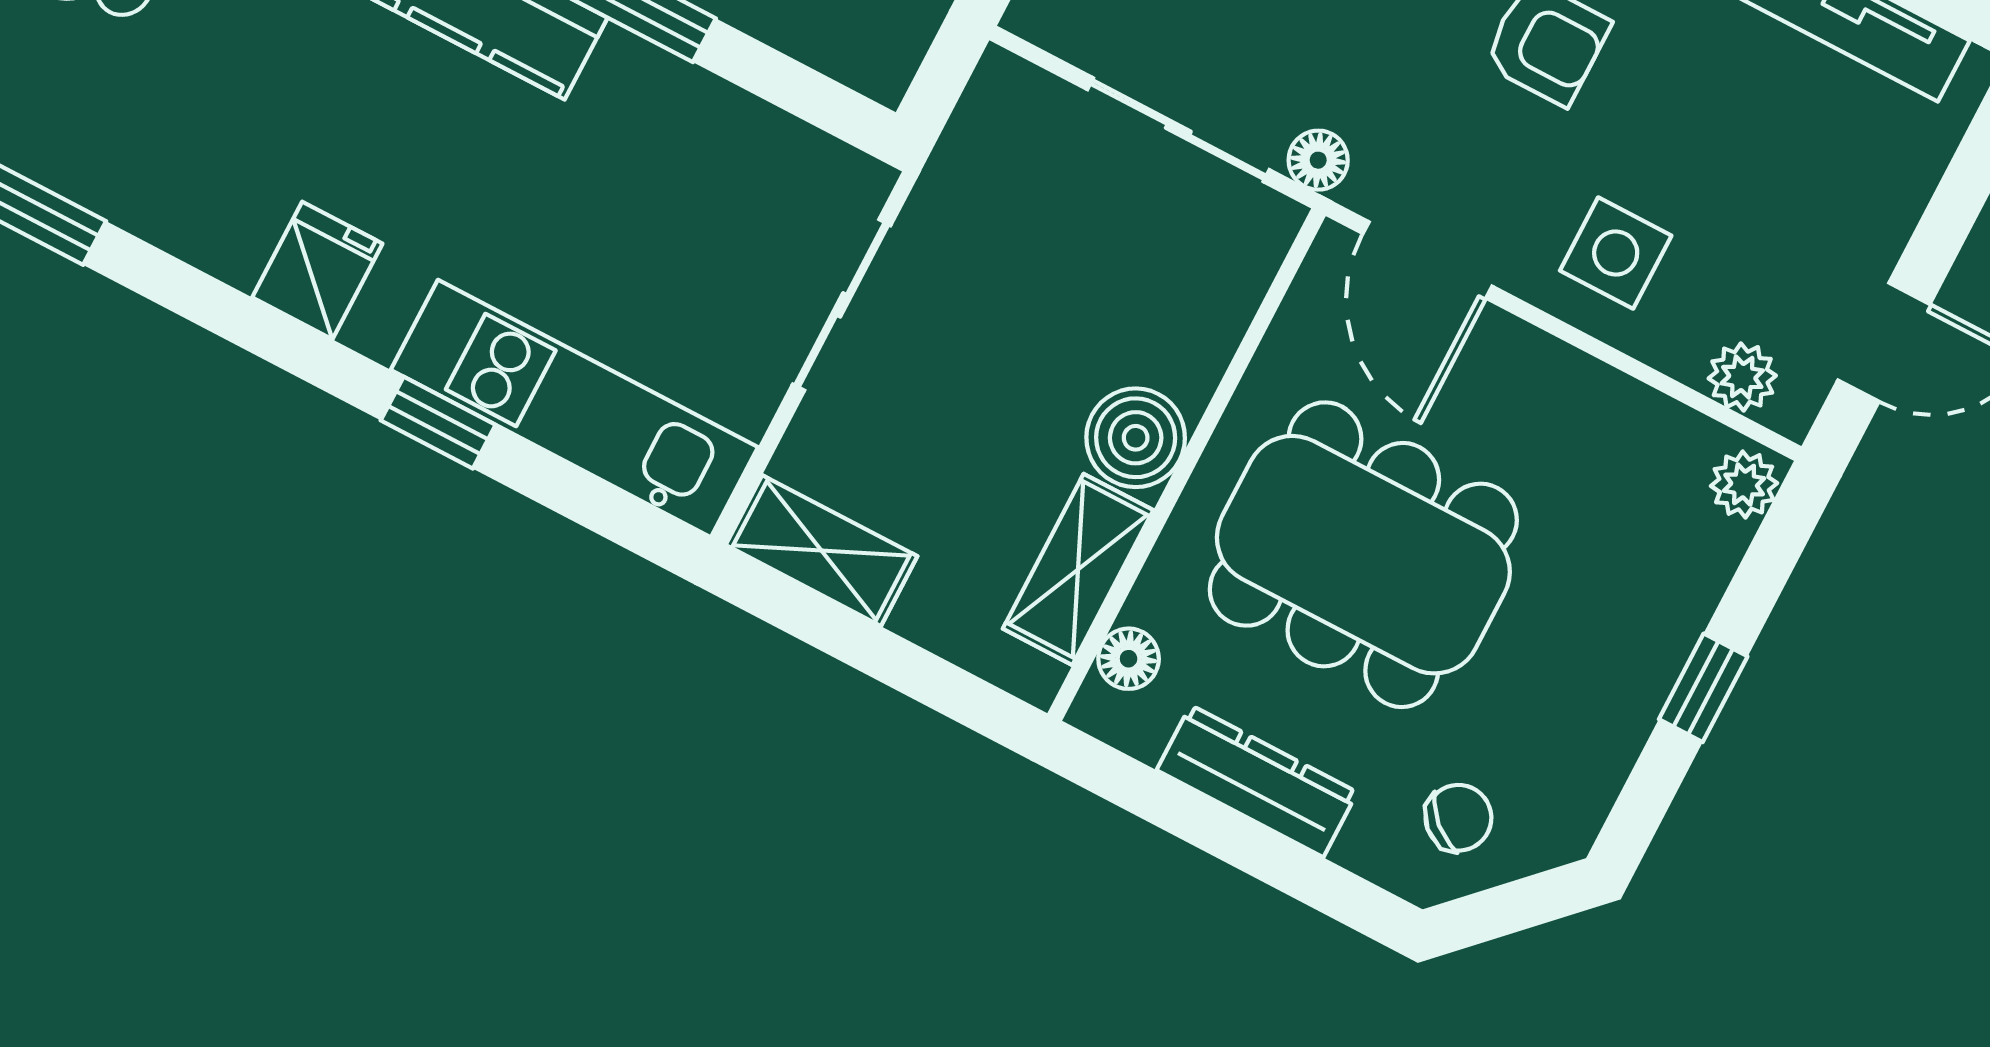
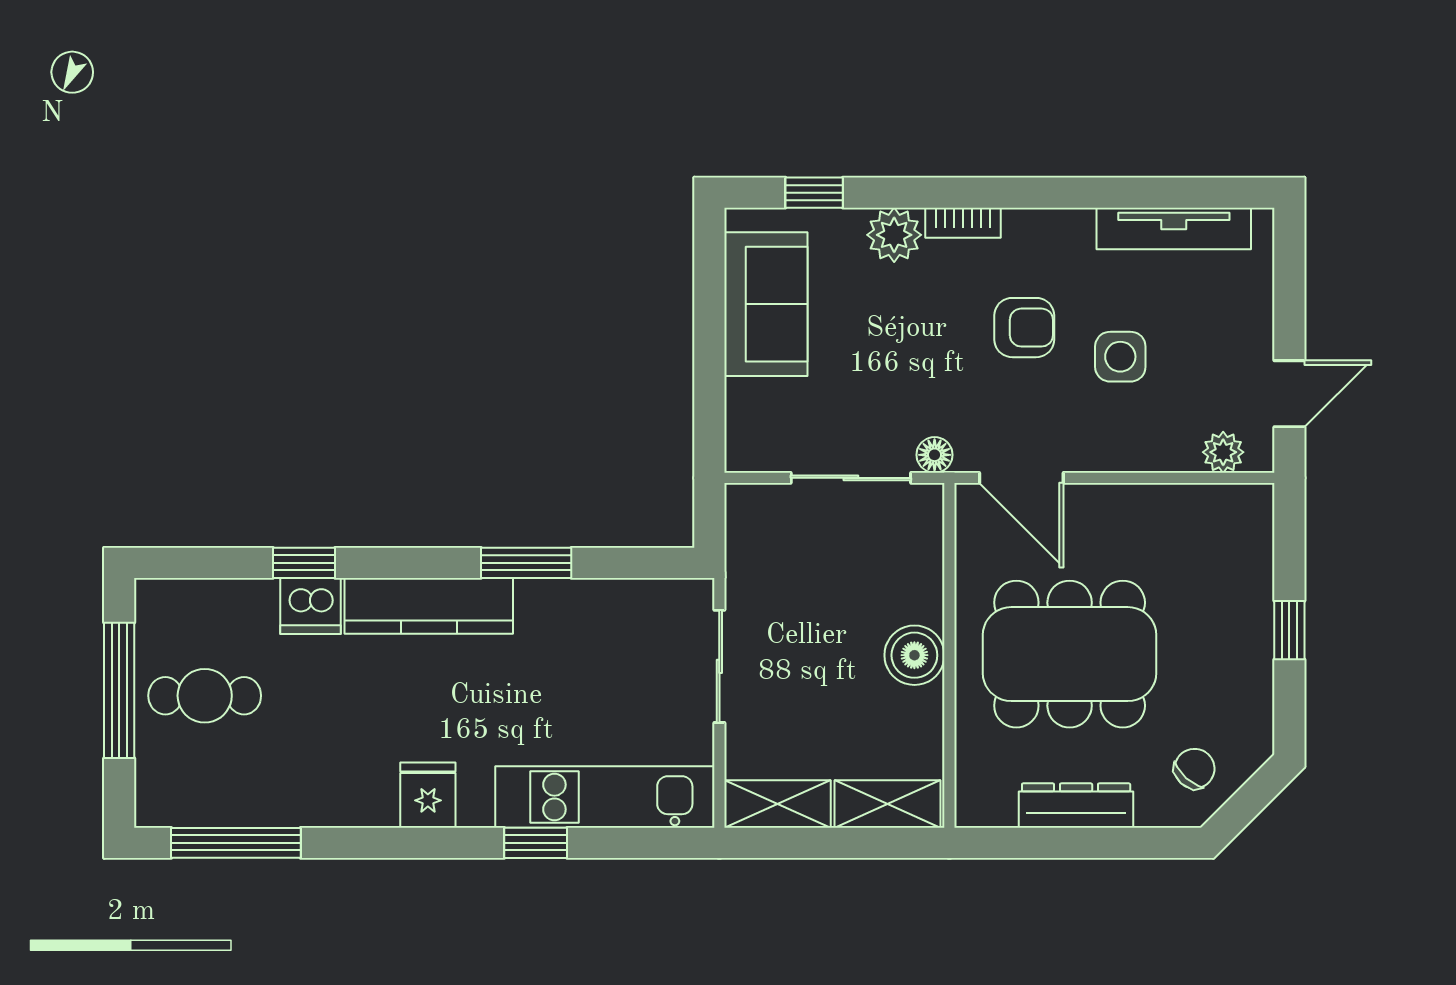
side table: (1616, 253) -> (1120, 357), moved
plant: (1744, 485) -> (1254, 509), removed
shelving: (1078, 569) -> (887, 804), moved, turned 90
floor lamp: (1129, 659) -> (973, 776), removed

